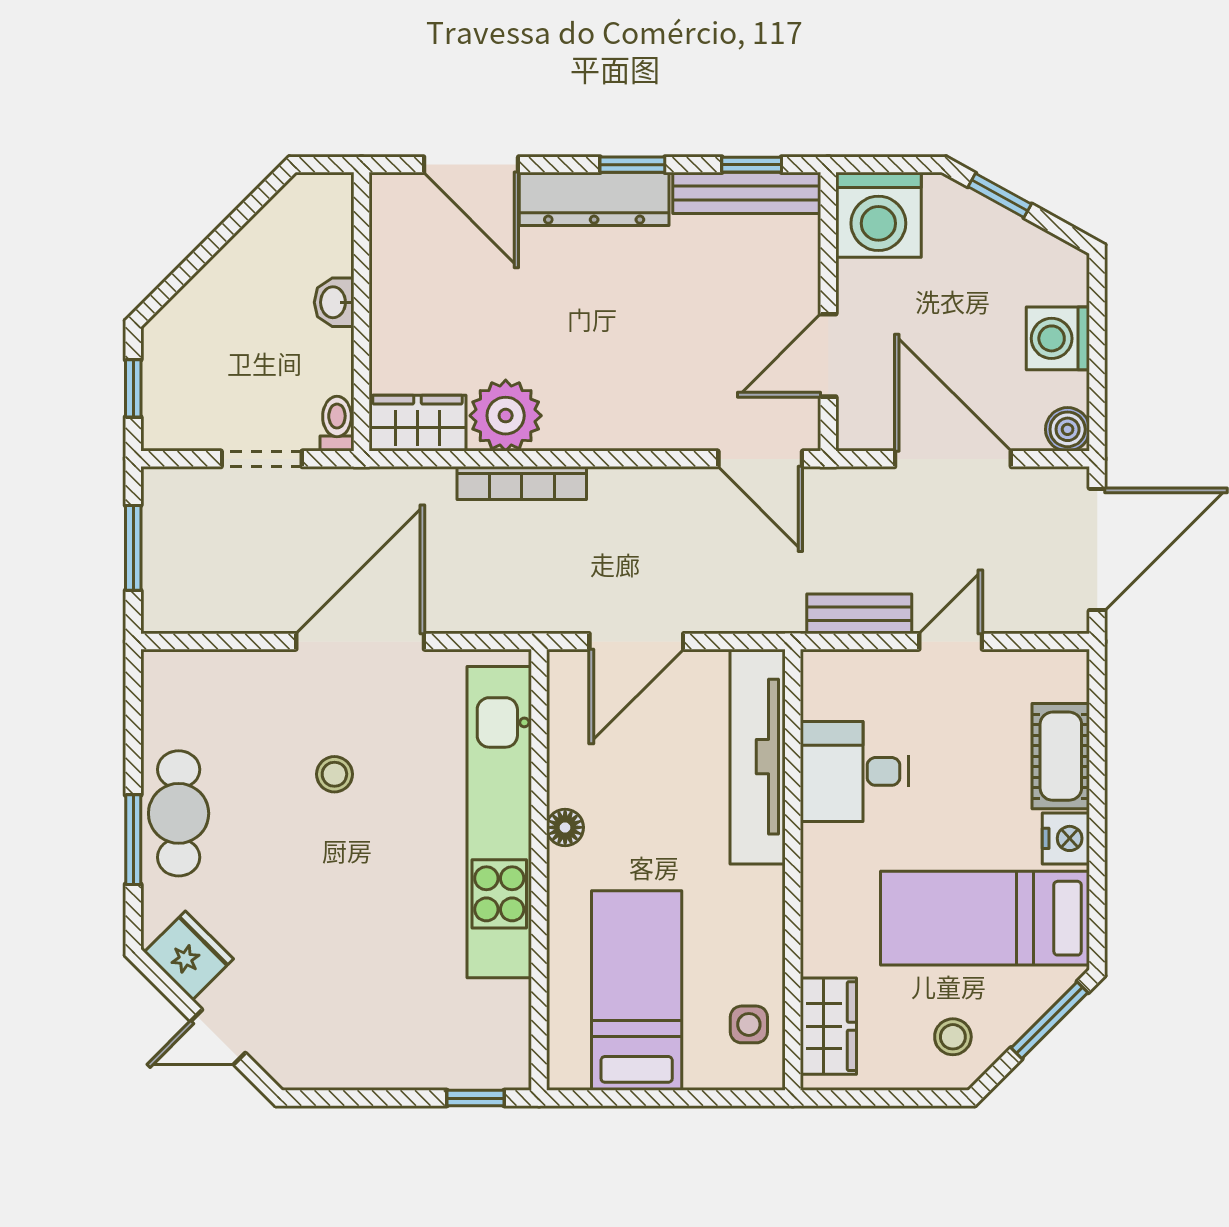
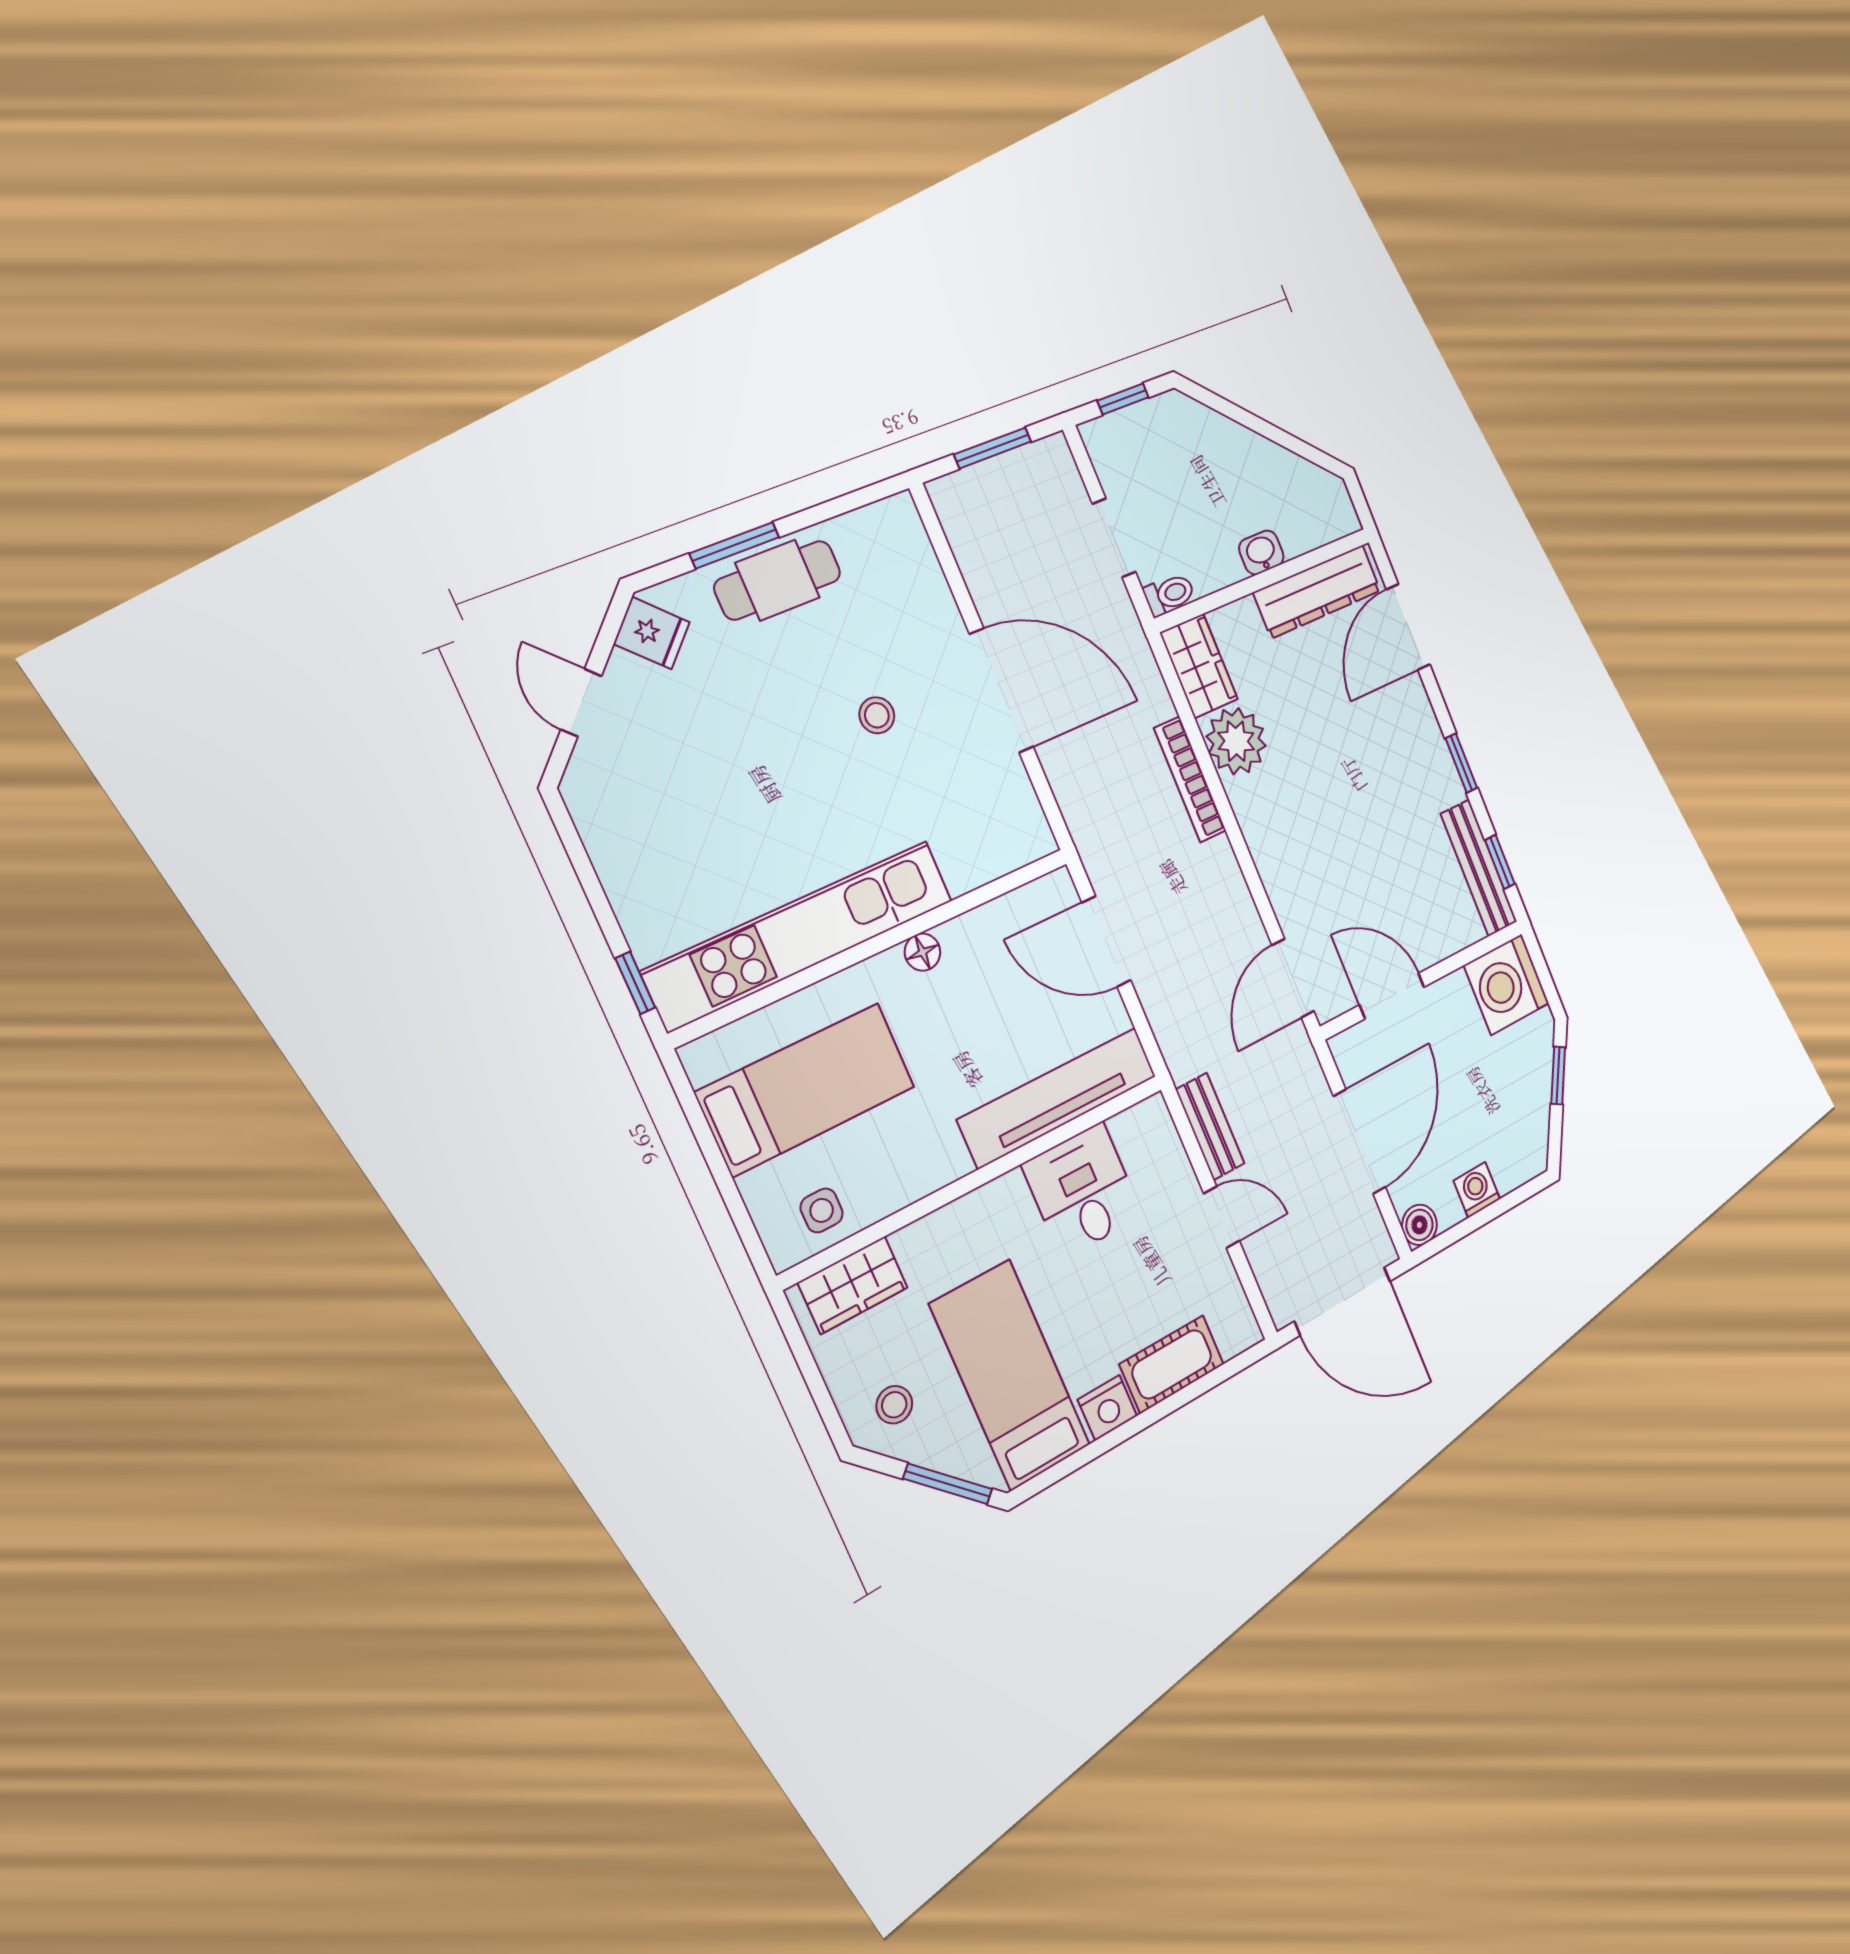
dresser: (594, 199) -> (1317, 591), moved, turned -90
washing machine: (1058, 338) -> (1477, 1190), width x0.73, depth x0.73
kitchen unit: (499, 822) -> (800, 935), moved
fridge: (189, 956) -> (652, 633), width x0.72

